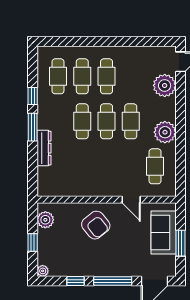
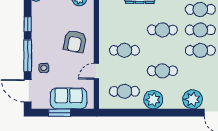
cafe table: (107, 121) -> (124, 50), moved
armchair: (96, 225) -> (75, 41), turned -40
side table: (127, 262) -> (44, 68), added

